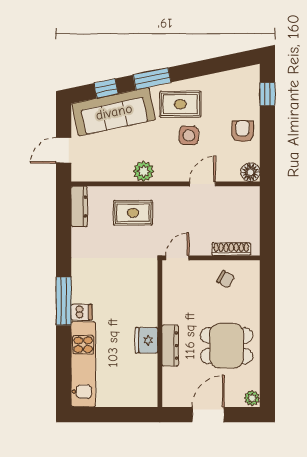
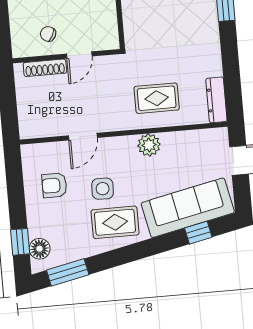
window: (152, 79) -> (68, 272), moved
armchair: (243, 131) -> (54, 185), moved, turned 90
floor lamp: (250, 172) -> (40, 249), moved
door: (177, 258) -> (79, 55), moved

